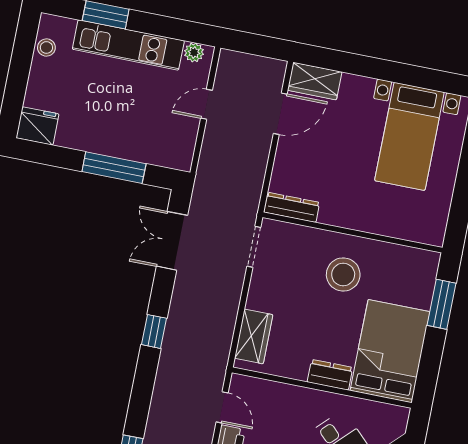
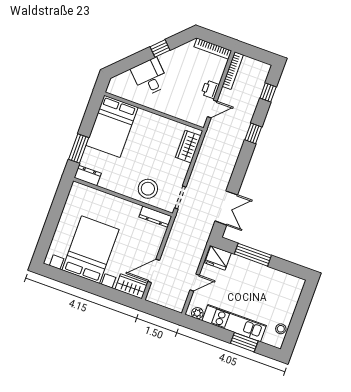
fridge: (37, 126) -> (218, 258), moved
bed with nightstands: (409, 136) -> (90, 250), width x1.36
stool: (343, 275) -> (148, 189), moved
window: (154, 331) -> (253, 133), moved
dresser: (330, 375) -> (88, 176), moved, turned 180
door: (222, 407) -> (212, 109), swing flipped

